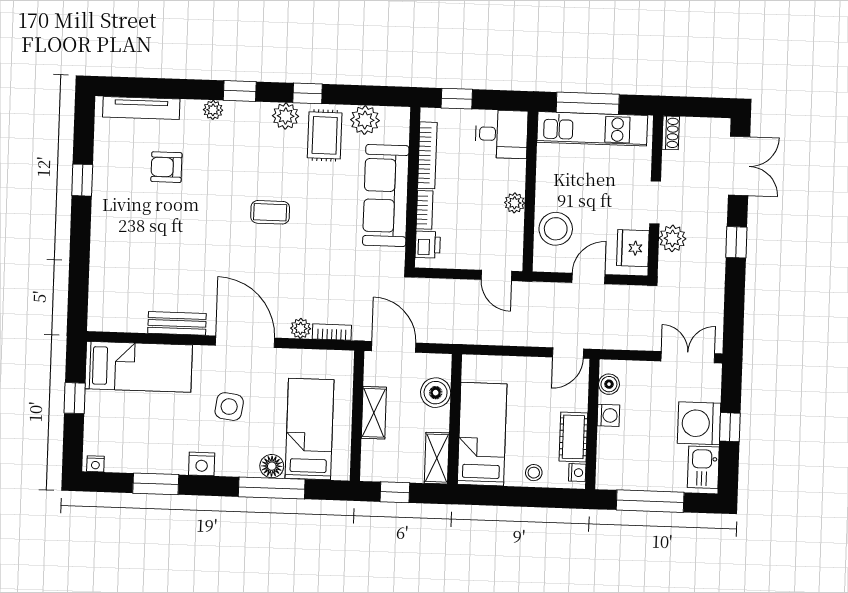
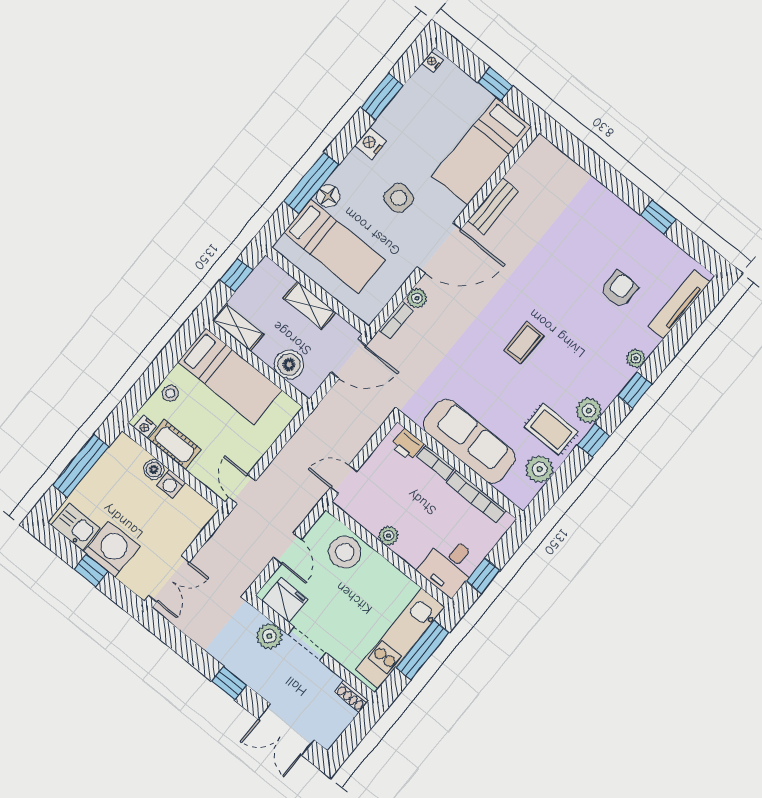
window: (457, 99) -> (483, 576), moved
boiler: (609, 384) -> (154, 469), moved

